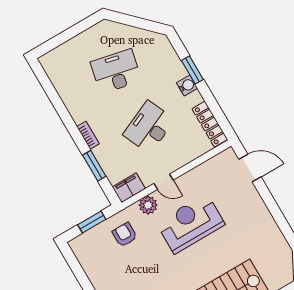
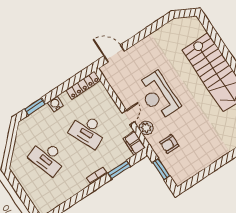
window: (192, 70) -> (35, 106), moved
desk: (116, 71) -> (48, 158), turned -30
door: (250, 168) -> (114, 54), hinge flipped

